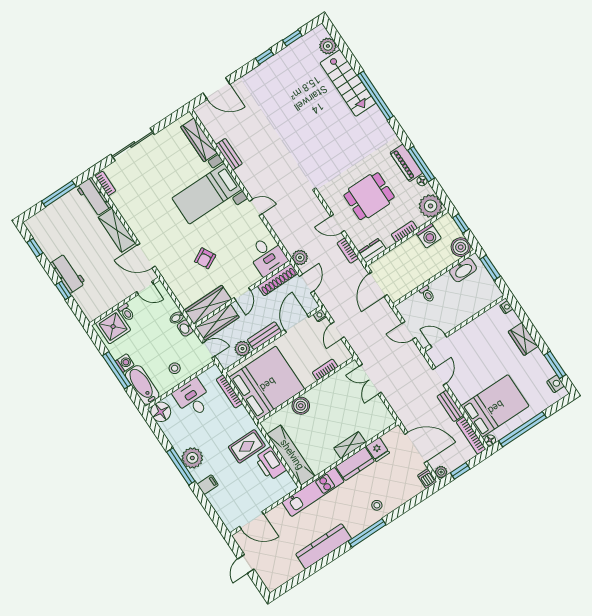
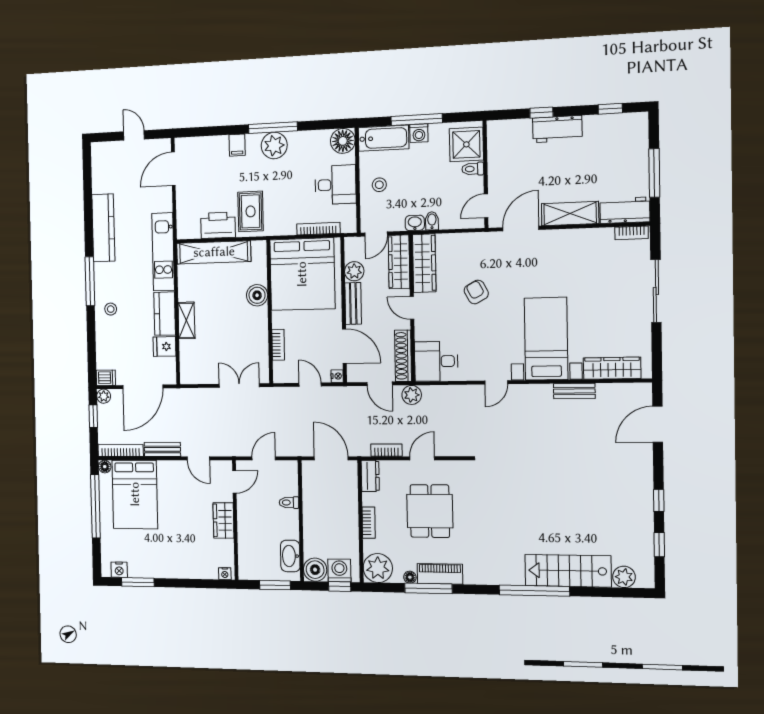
washing machine: (429, 236) -> (339, 570), moved, turned 90
wardrobe: (523, 339) -> (223, 520), moved, turned -90

